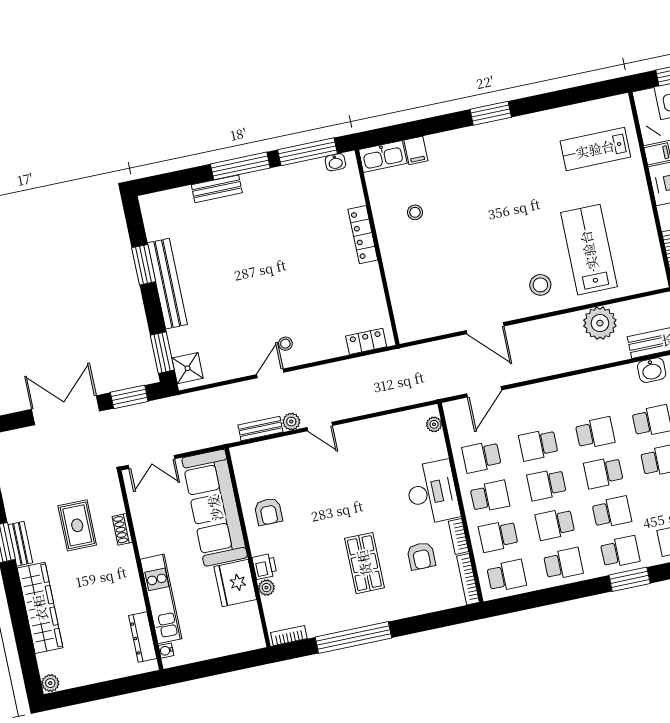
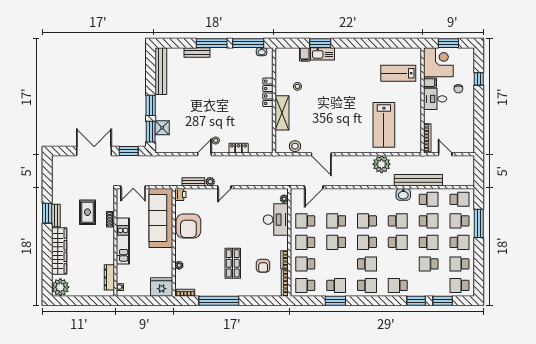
window: (491, 113) -> (320, 43), moved
kitchen sink: (383, 156) -> (323, 54), moved
lab bench: (589, 250) -> (384, 125), turned 180
window: (144, 265) -> (151, 105), moved
shelving: (397, 267) -> (282, 113), added
bench: (167, 284) -> (161, 71), moved
stool: (540, 285) -> (295, 146), moved
locker: (366, 341) -> (239, 148), moved
shower: (188, 368) -> (162, 128), moved
door: (320, 427) -> (224, 187), hinge flipped
school desk: (595, 433) -> (367, 221), turned 180
desk: (432, 492) -> (276, 220), moved
school desk: (490, 496) -> (305, 242), turned 180
armchair: (268, 512) -> (188, 226), width x1.88, depth x1.88
school desk: (555, 524) -> (336, 264), removed
printer: (264, 566) -> (180, 195), moved
school desk: (507, 576) -> (305, 285), turned 180
window: (630, 579) -> (335, 301), moved
fridge: (235, 583) -> (162, 287), moved, turned 90
kitchen unit: (161, 599) -> (123, 241), moved
plant: (50, 683) -> (60, 287), width x1.88, depth x1.88

